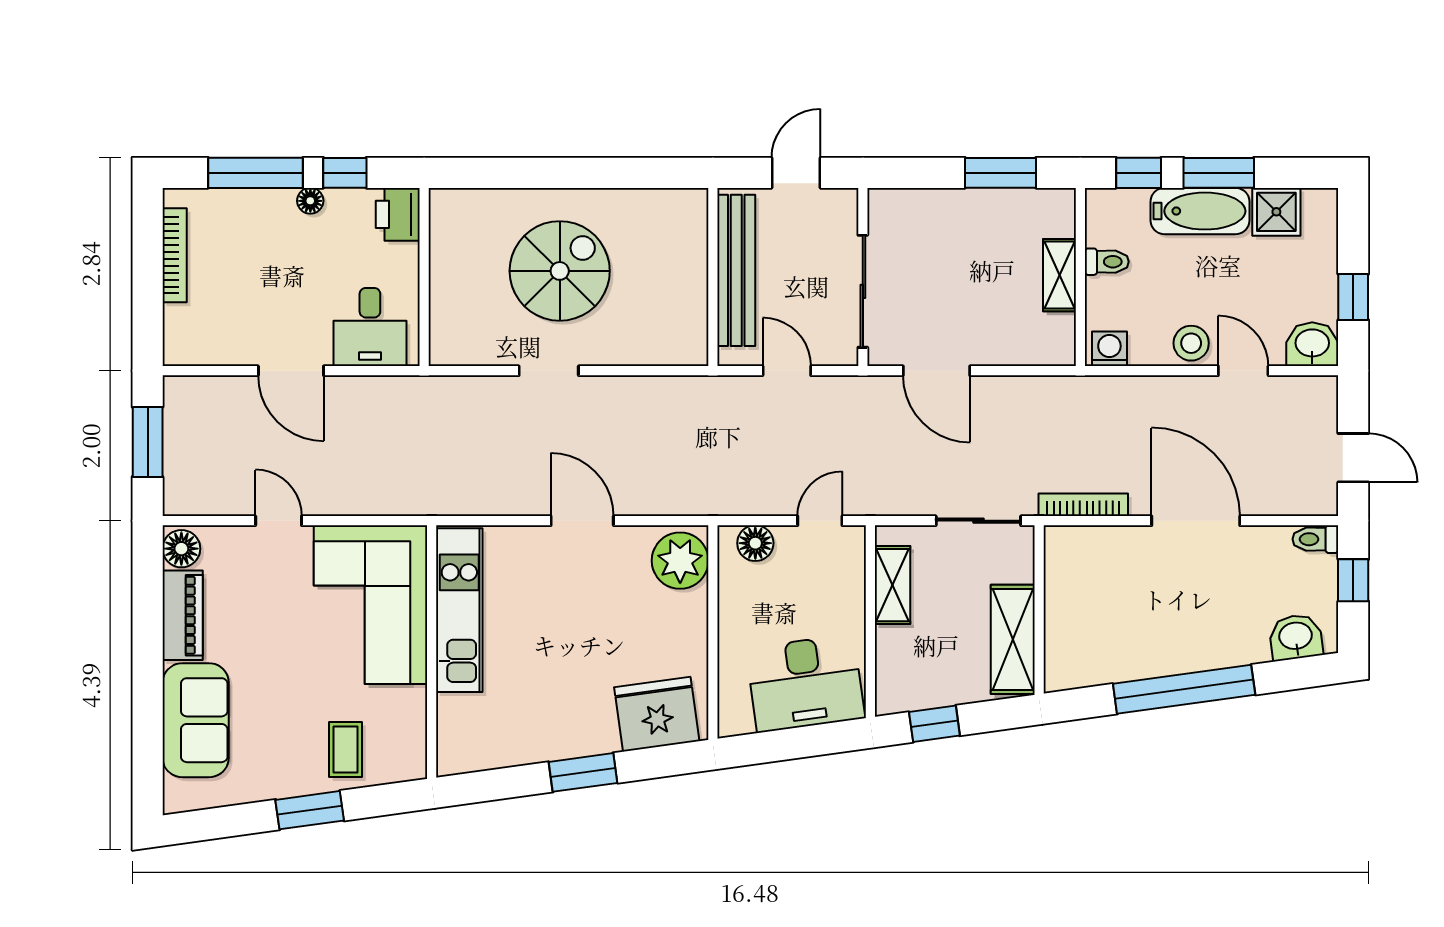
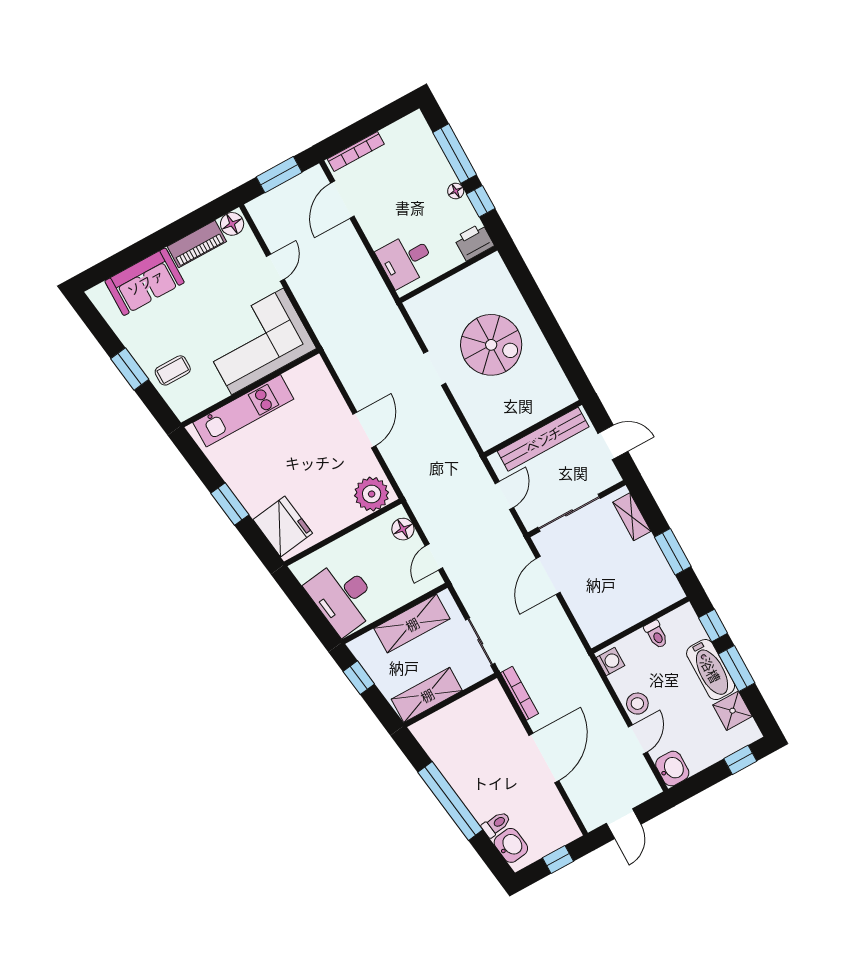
bookcase: (175, 255) -> (356, 151), moved
shelving: (1059, 275) -> (632, 517), moved, turned 90
window: (1353, 297) -> (740, 760), moved
door: (291, 371) -> (342, 200), moved
door: (820, 521) -> (434, 557), swing flipped
toilet: (1315, 539) -> (496, 824), moved, turned 82
shelving: (892, 585) -> (412, 624), width x1.50, depth x1.33
kitchen unit: (459, 610) -> (243, 411), moved

